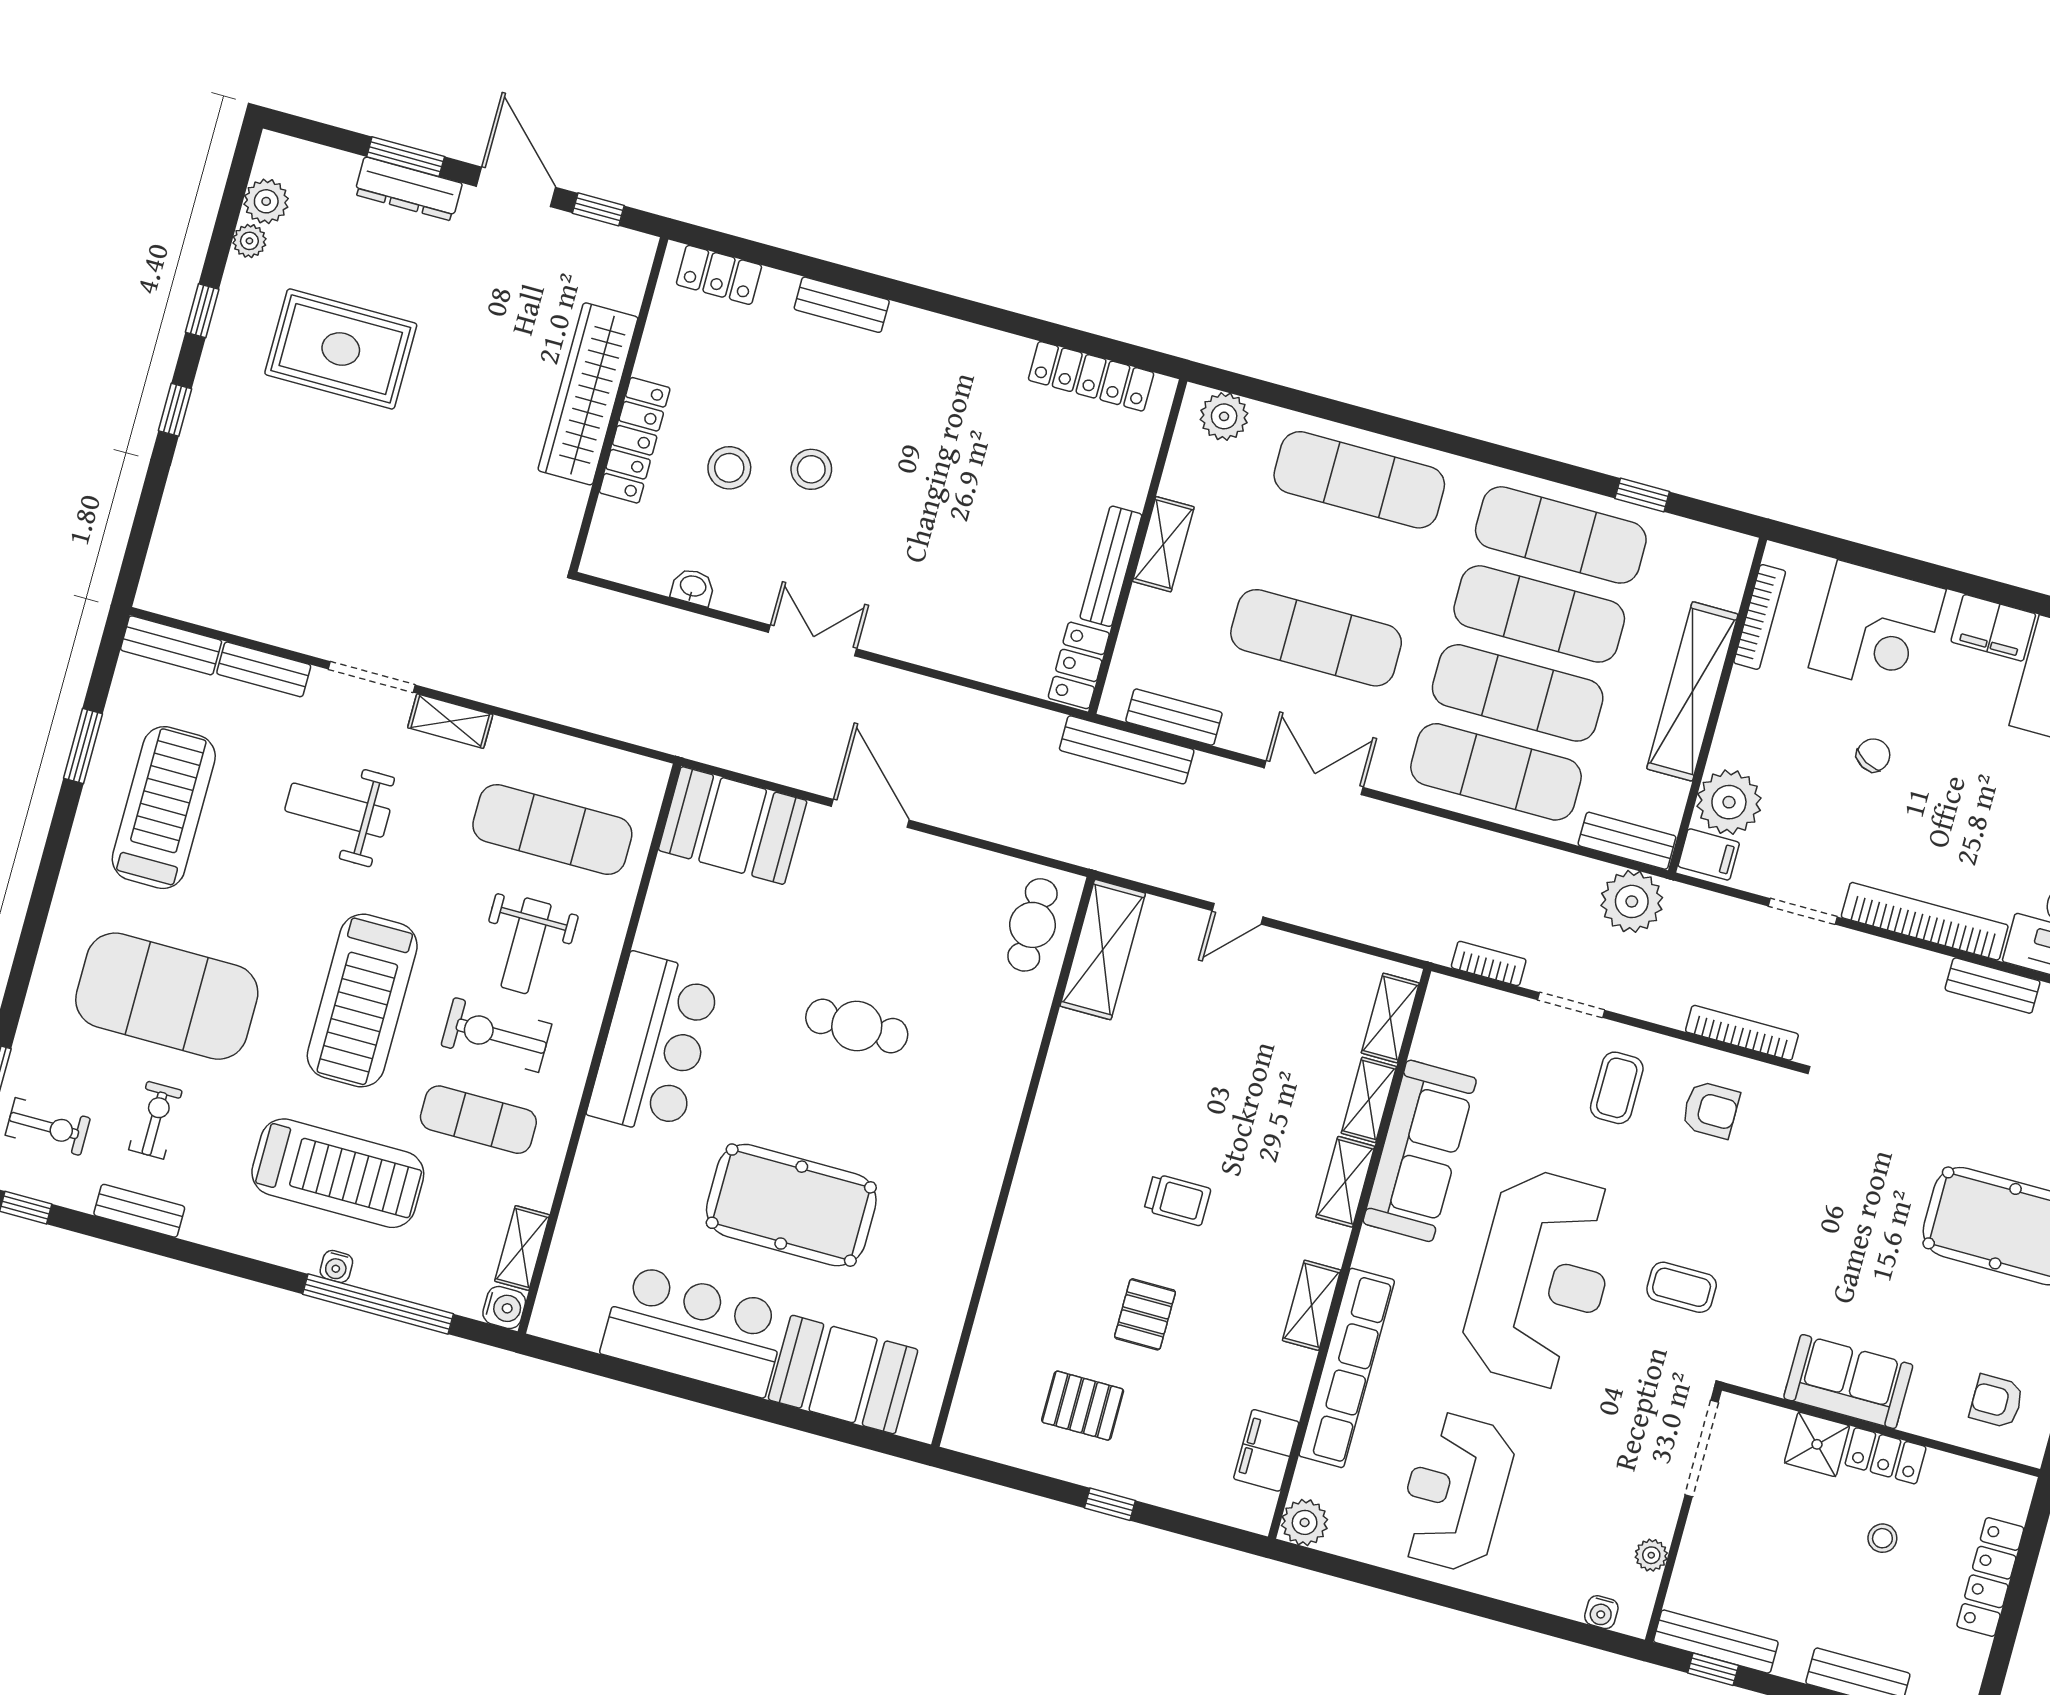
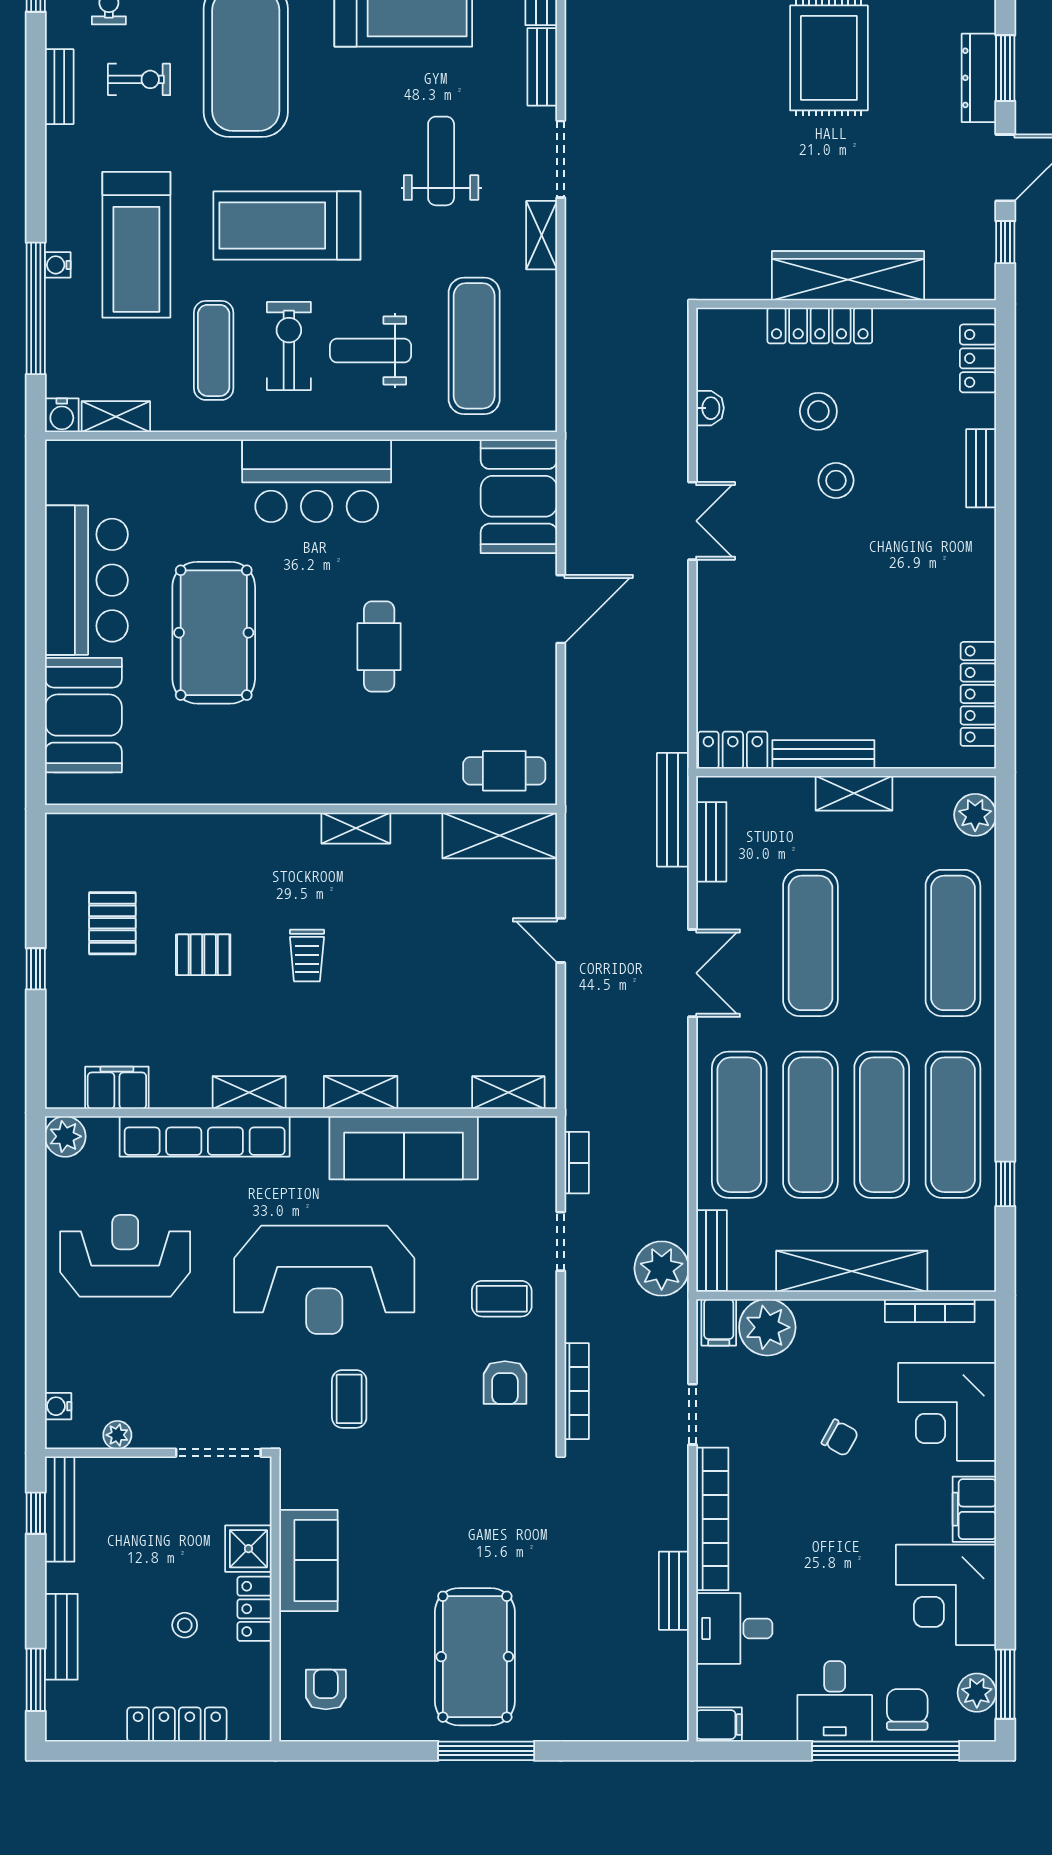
shelving: (1369, 1100) -> (356, 828), moved

